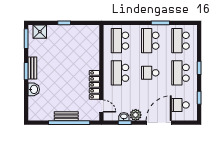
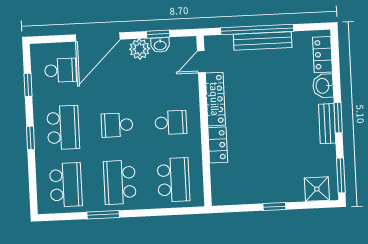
school desk: (150, 41) -> (120, 182), turned 180
locker: (94, 59) -> (218, 145), added
school desk: (120, 73) -> (171, 123), width x0.54
school desk: (150, 73) -> (117, 125), turned 180
door: (101, 106) -> (201, 62), hinge flipped
locker: (33, 107) -> (322, 55), added
bench: (66, 116) -> (263, 41), width x1.36

